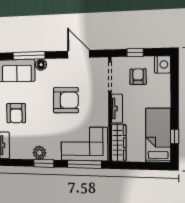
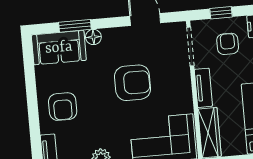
window: (29, 56) -> (75, 26), width x0.69

